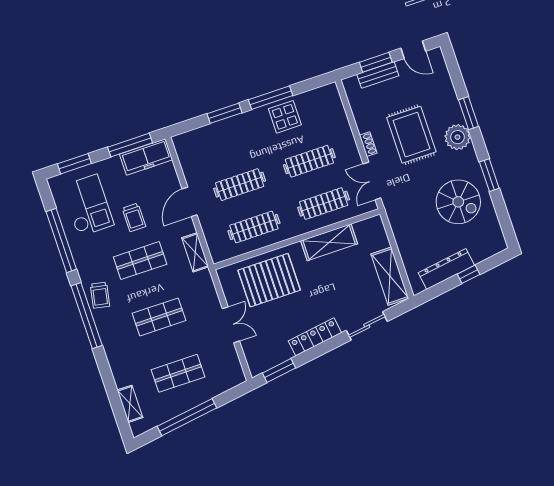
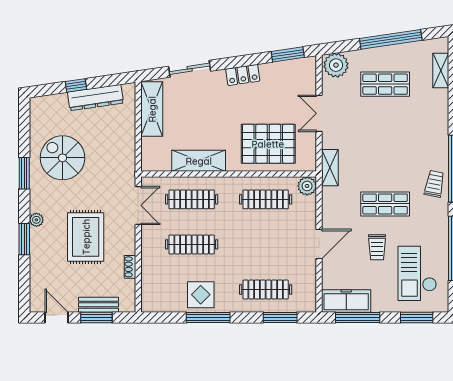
window: (224, 113) -> (280, 317), moved
plant: (458, 137) -> (36, 220), width x0.53, depth x0.53
shoe rack: (368, 144) -> (130, 267), moved
clothes rail: (240, 185) -> (266, 289), moved
trolley: (134, 217) -> (377, 247), turned 180
shelving: (195, 252) -> (330, 168), moved
plant: (219, 253) -> (307, 186), added
shop shelf: (159, 317) -> (385, 144), removed
locker: (315, 337) -> (243, 75), width x0.66
plant: (230, 376) -> (336, 65), added

